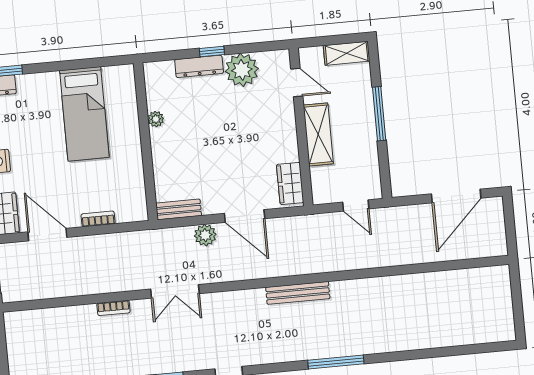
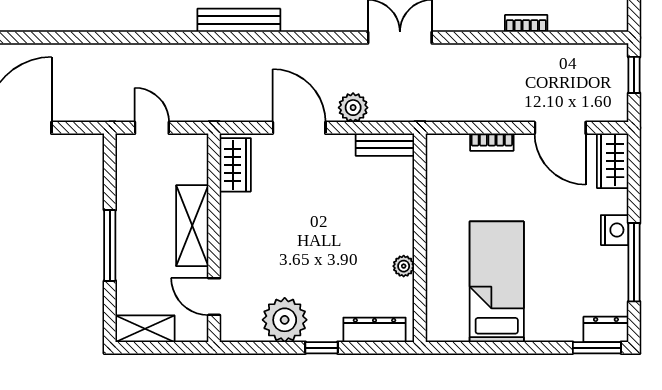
dresser: (199, 66) -> (375, 330), moved
bookcase: (113, 308) -> (526, 23), moved

